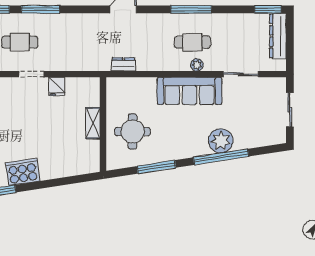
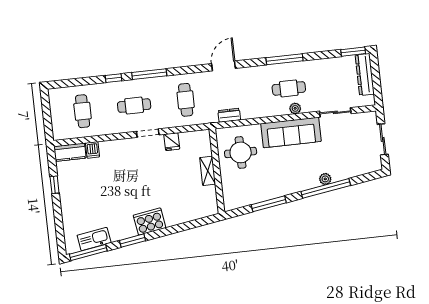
cafe table: (77, 42) -> (186, 100), added
round table: (133, 132) -> (241, 152), moved
plant: (221, 141) -> (325, 179), width x0.53, depth x0.53

